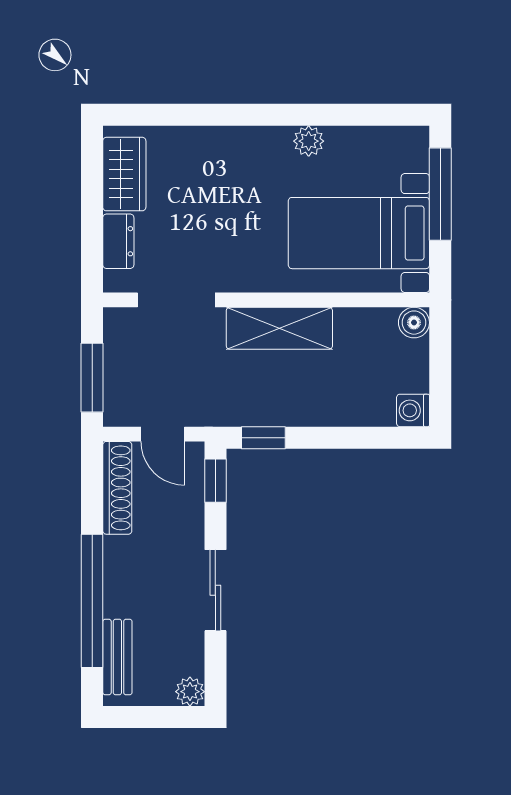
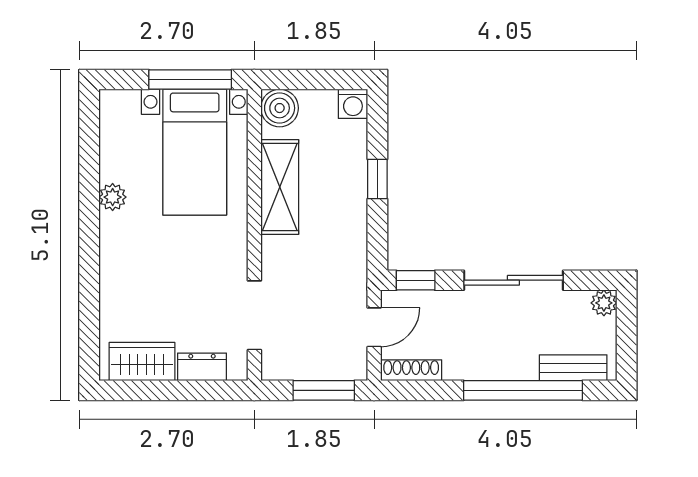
window: (440, 194) -> (190, 80), moved
boiler: (414, 323) -> (280, 108), width x1.36, depth x1.36
shelving: (279, 328) -> (280, 187), moved
window: (263, 438) -> (377, 179), moved
shoe rack: (117, 488) -> (411, 370), width x0.74, depth x0.81
sliding door: (215, 590) -> (513, 280), width x1.37

